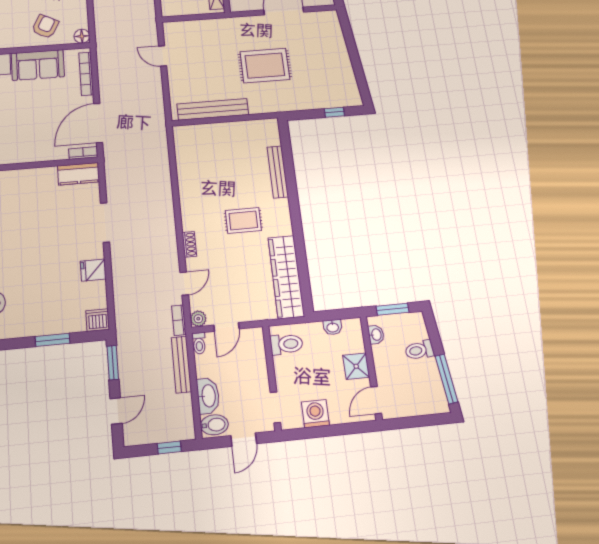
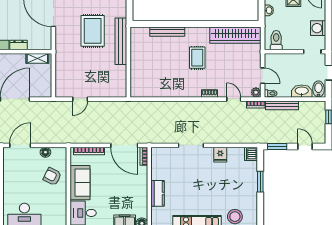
floor lamp: (82, 36) -> (45, 152), moved
bench: (213, 109) -> (121, 41), moved
kitchen counter: (79, 174) -> (158, 193), moved

